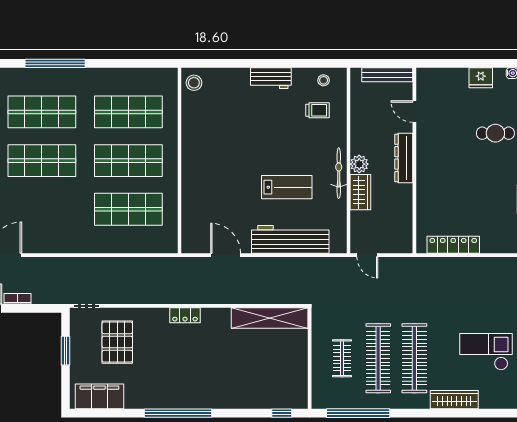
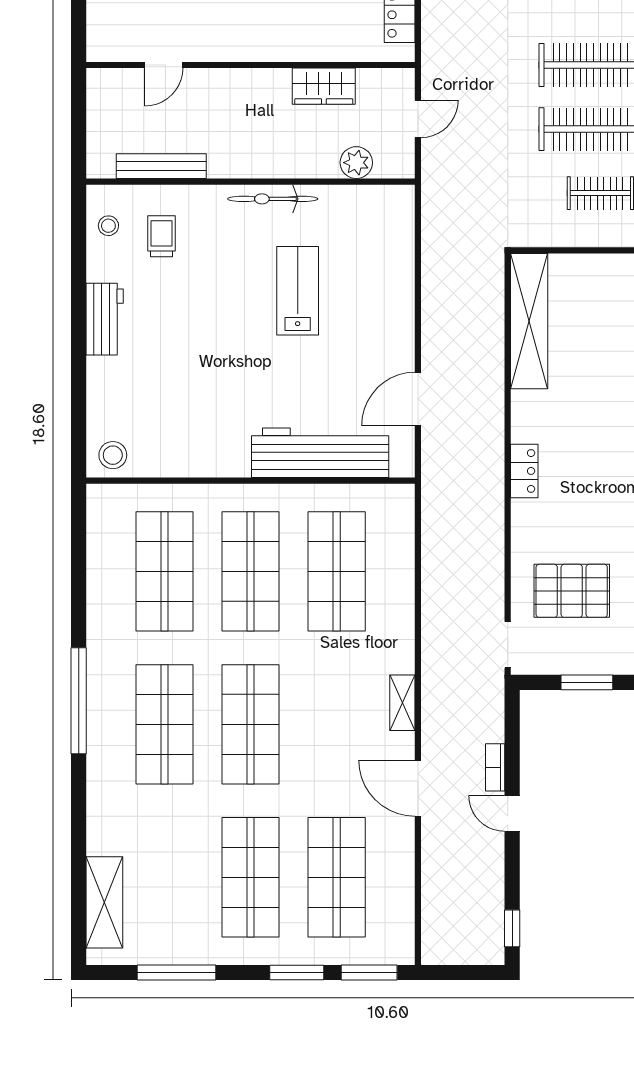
bench: (387, 75) -> (161, 166), moved, turned 90
dresser: (404, 158) -> (246, 84), removed
plant: (359, 164) -> (356, 163), moved
wardrobe: (360, 192) -> (324, 86), moved, turned 180
workbench: (290, 239) -> (320, 453), moved, turned 90
shelving: (54, 246) -> (402, 703), added
door: (367, 255) -> (418, 119), moved

